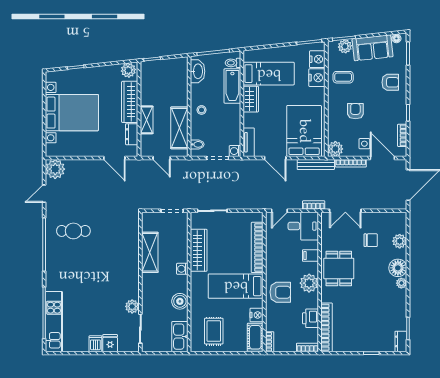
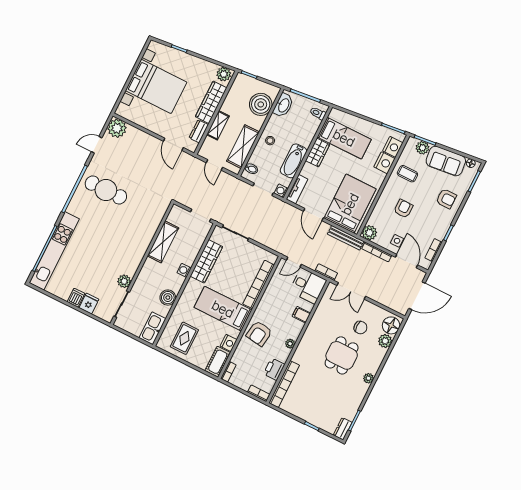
boiler: (176, 81) -> (261, 104), added
bathtub: (232, 86) -> (293, 161), moved
cafe table: (73, 231) -> (106, 190), width x1.37, depth x1.35
floor lamp: (398, 268) -> (391, 325), moved
dining table: (339, 269) -> (342, 355), moved
plant: (309, 283) -> (290, 344), width x0.53, depth x0.53
armchair: (280, 292) -> (259, 333), turned 98
kitchen unit: (54, 322) -> (54, 251), width x1.36

